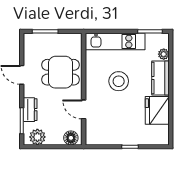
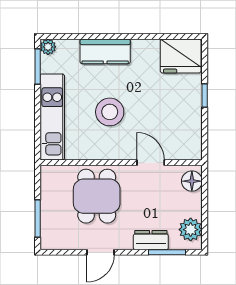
plant: (164, 54) -> (48, 47), moved
door: (84, 109) -> (151, 163), swing flipped
fridge: (157, 110) -> (181, 56), moved

